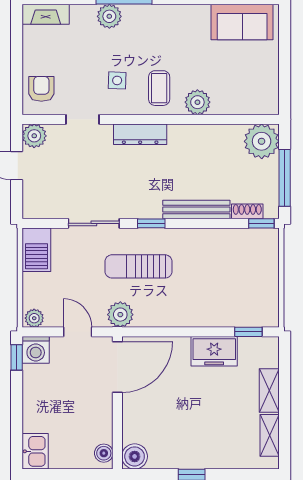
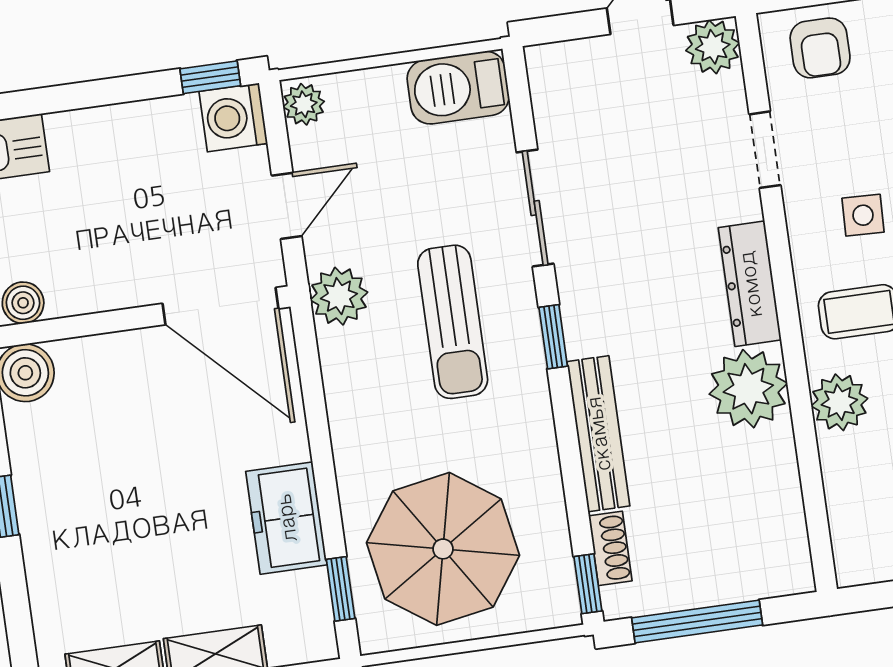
armchair: (41, 89) -> (820, 48), turned 90
plant: (262, 141) -> (748, 389), moved
sun lounger: (139, 266) -> (453, 322), turned 180
parasol: (237, 285) -> (443, 549), added

